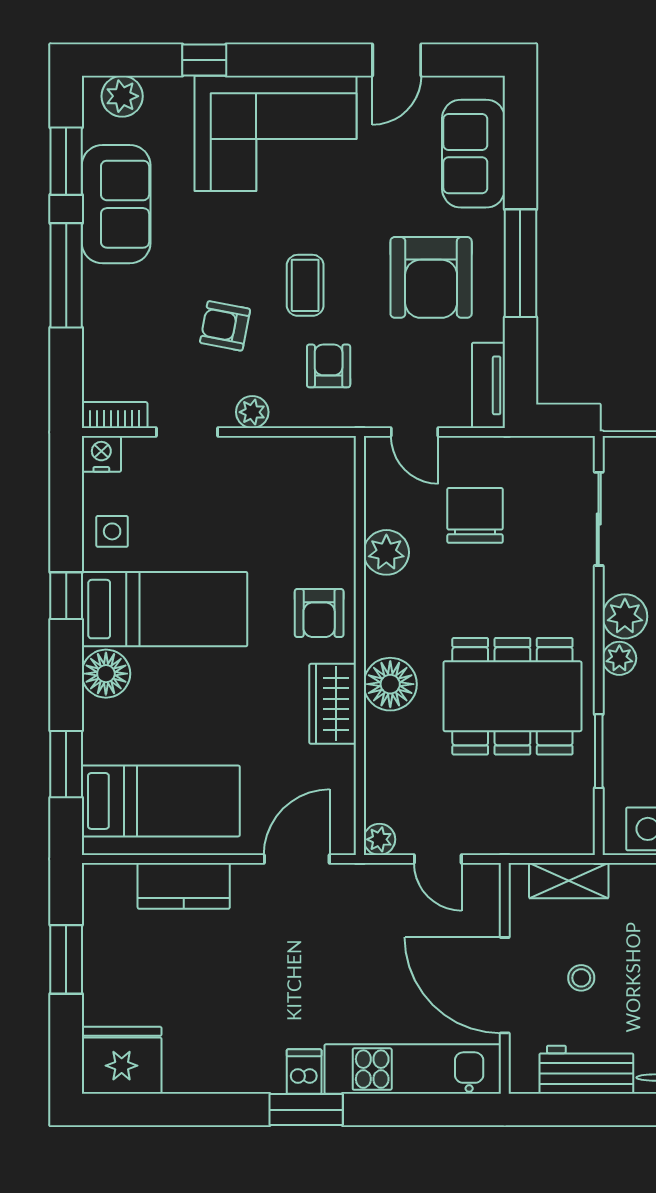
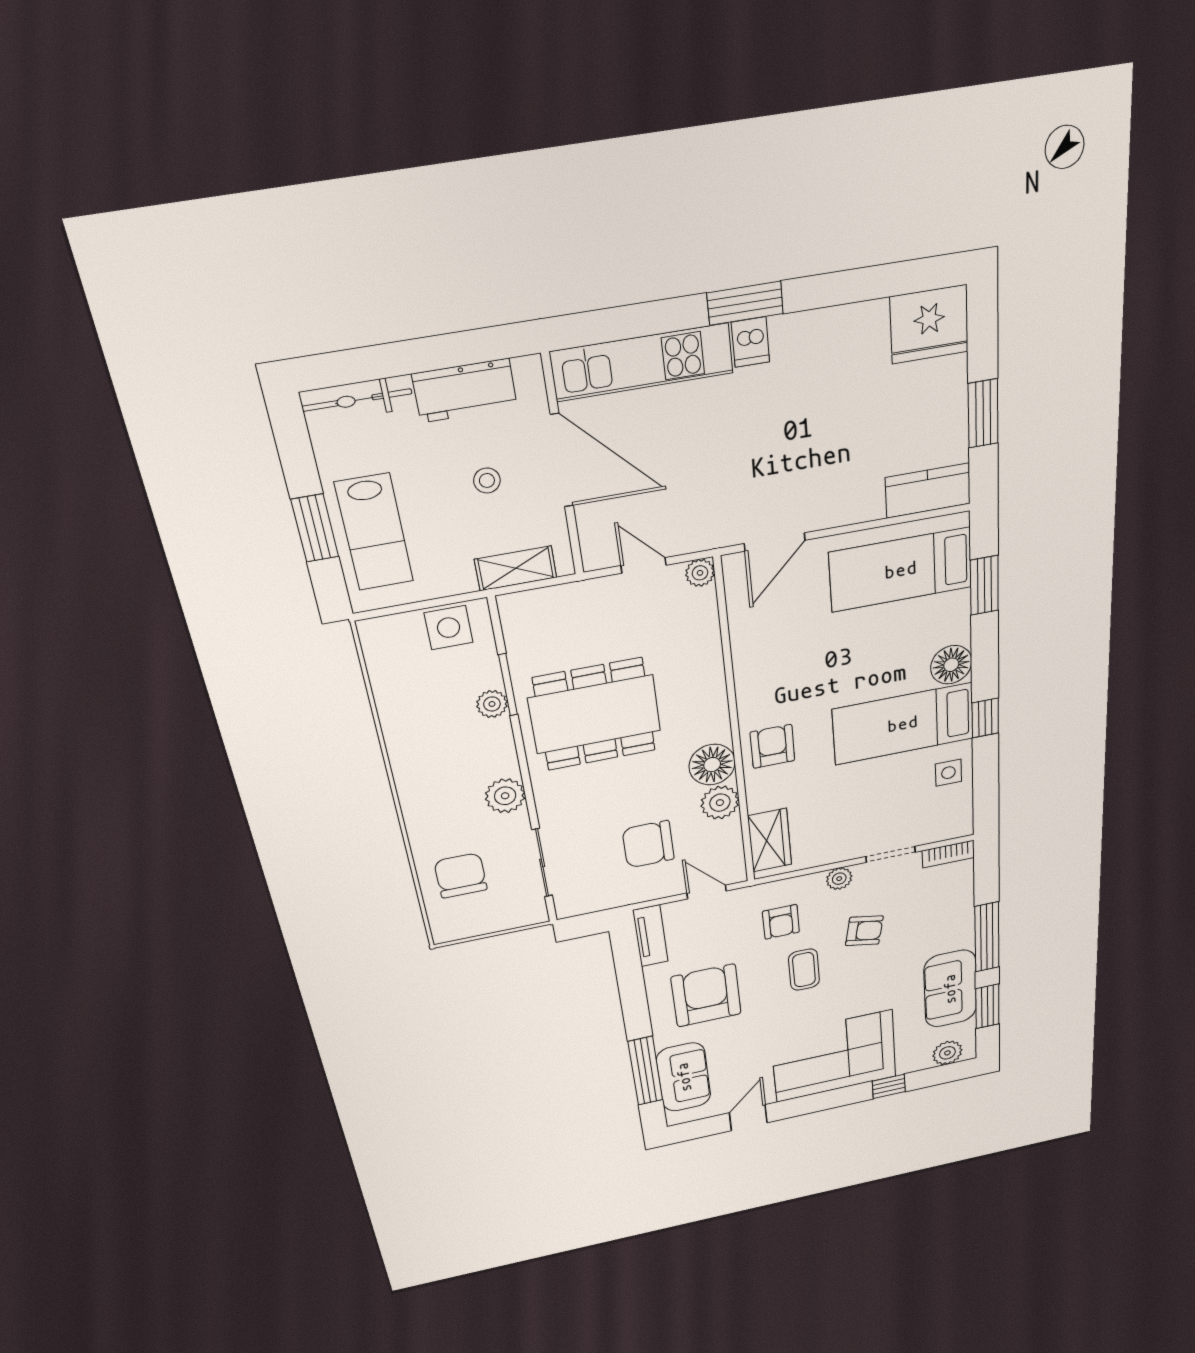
window: (520, 263) -> (645, 1071), moved
nightstand: (101, 454) -> (958, 825), removed
chair: (475, 515) -> (648, 844), turned 90
plant: (619, 658) -> (492, 704), moved
floor lamp: (390, 684) -> (712, 765), moved
wardrobe: (333, 704) -> (770, 840), moved
kitchen counter: (184, 886) -> (928, 491), moved

